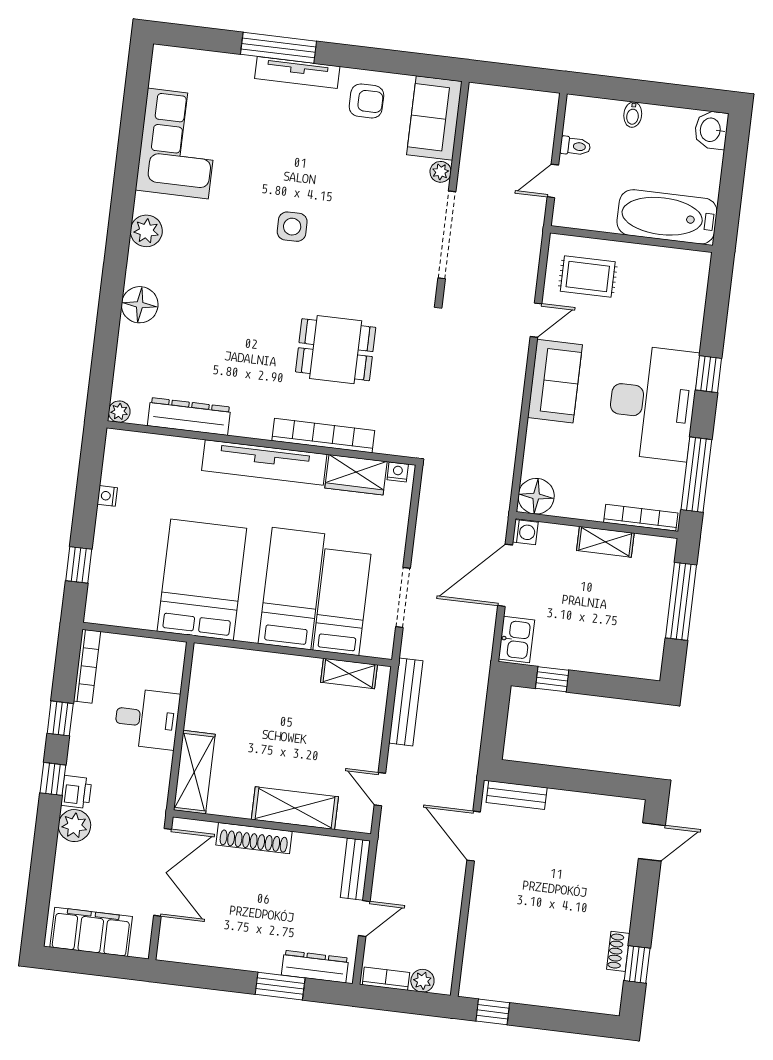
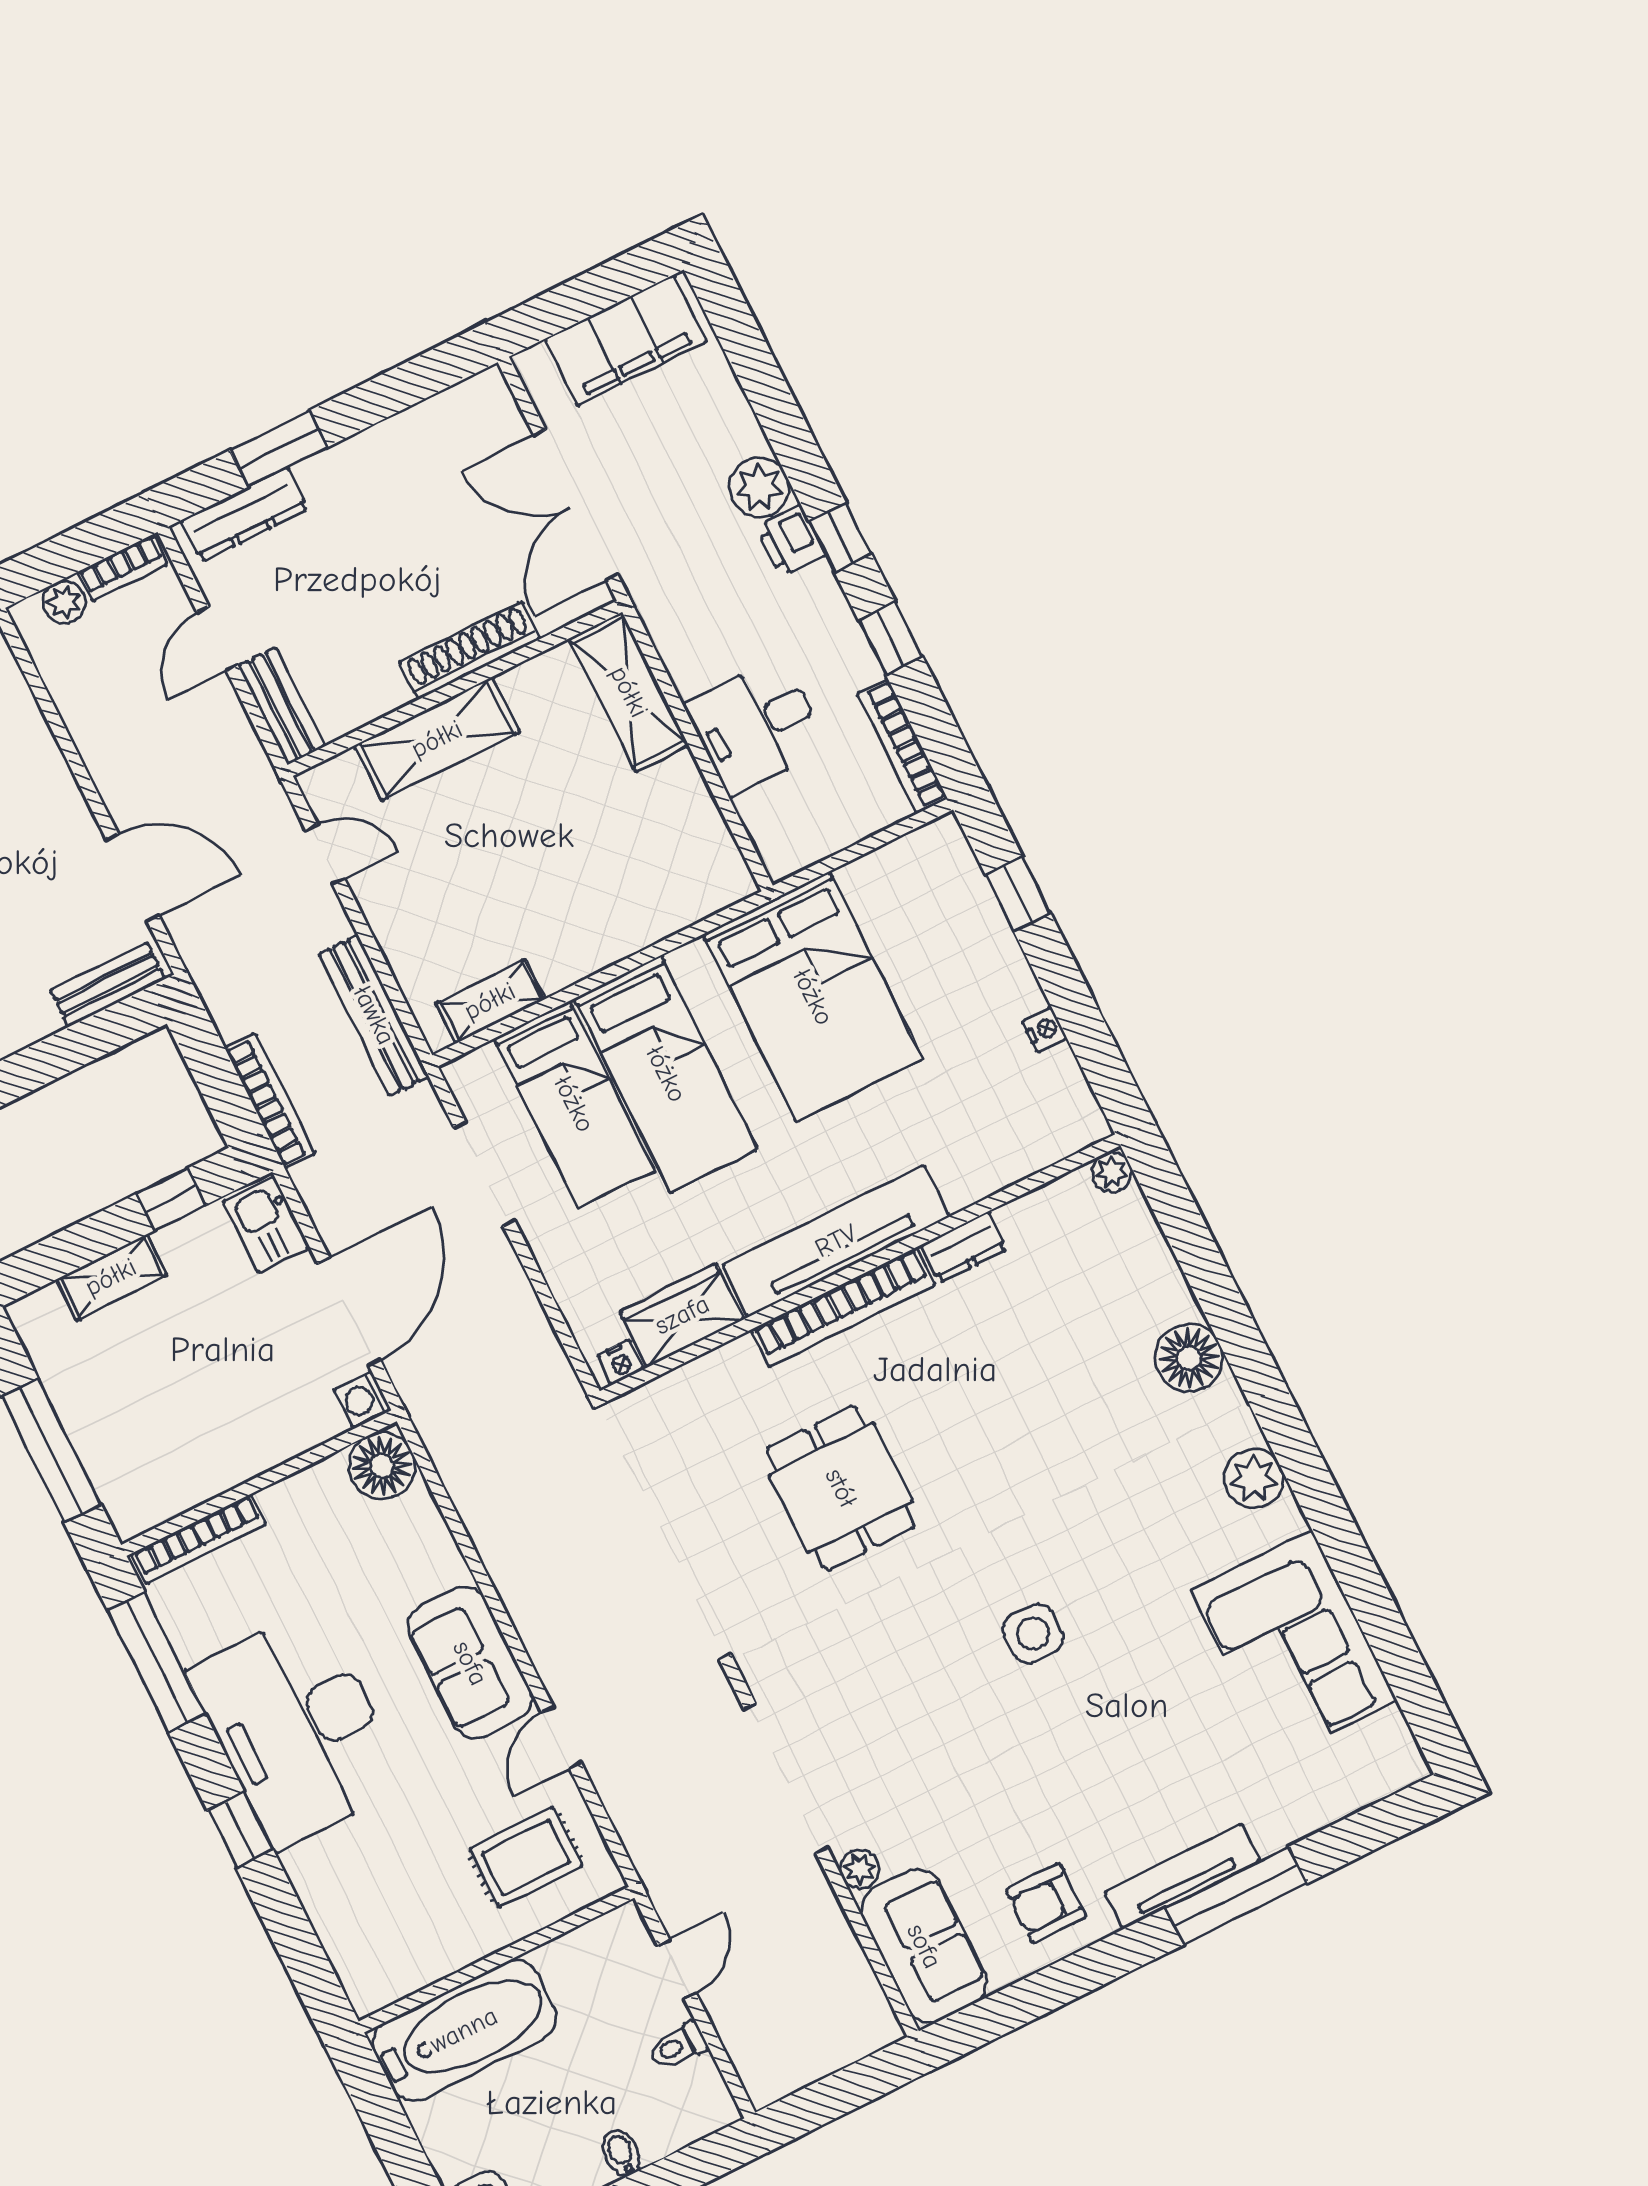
dining table: (336, 350) -> (841, 1488), turned 90
dresser: (189, 416) -> (964, 1247), width x0.51, depth x0.80
bookcase: (323, 436) -> (843, 1307), moved
shelving: (605, 542) -> (111, 1277), moved
bookcase: (478, 694) -> (270, 1101), added

